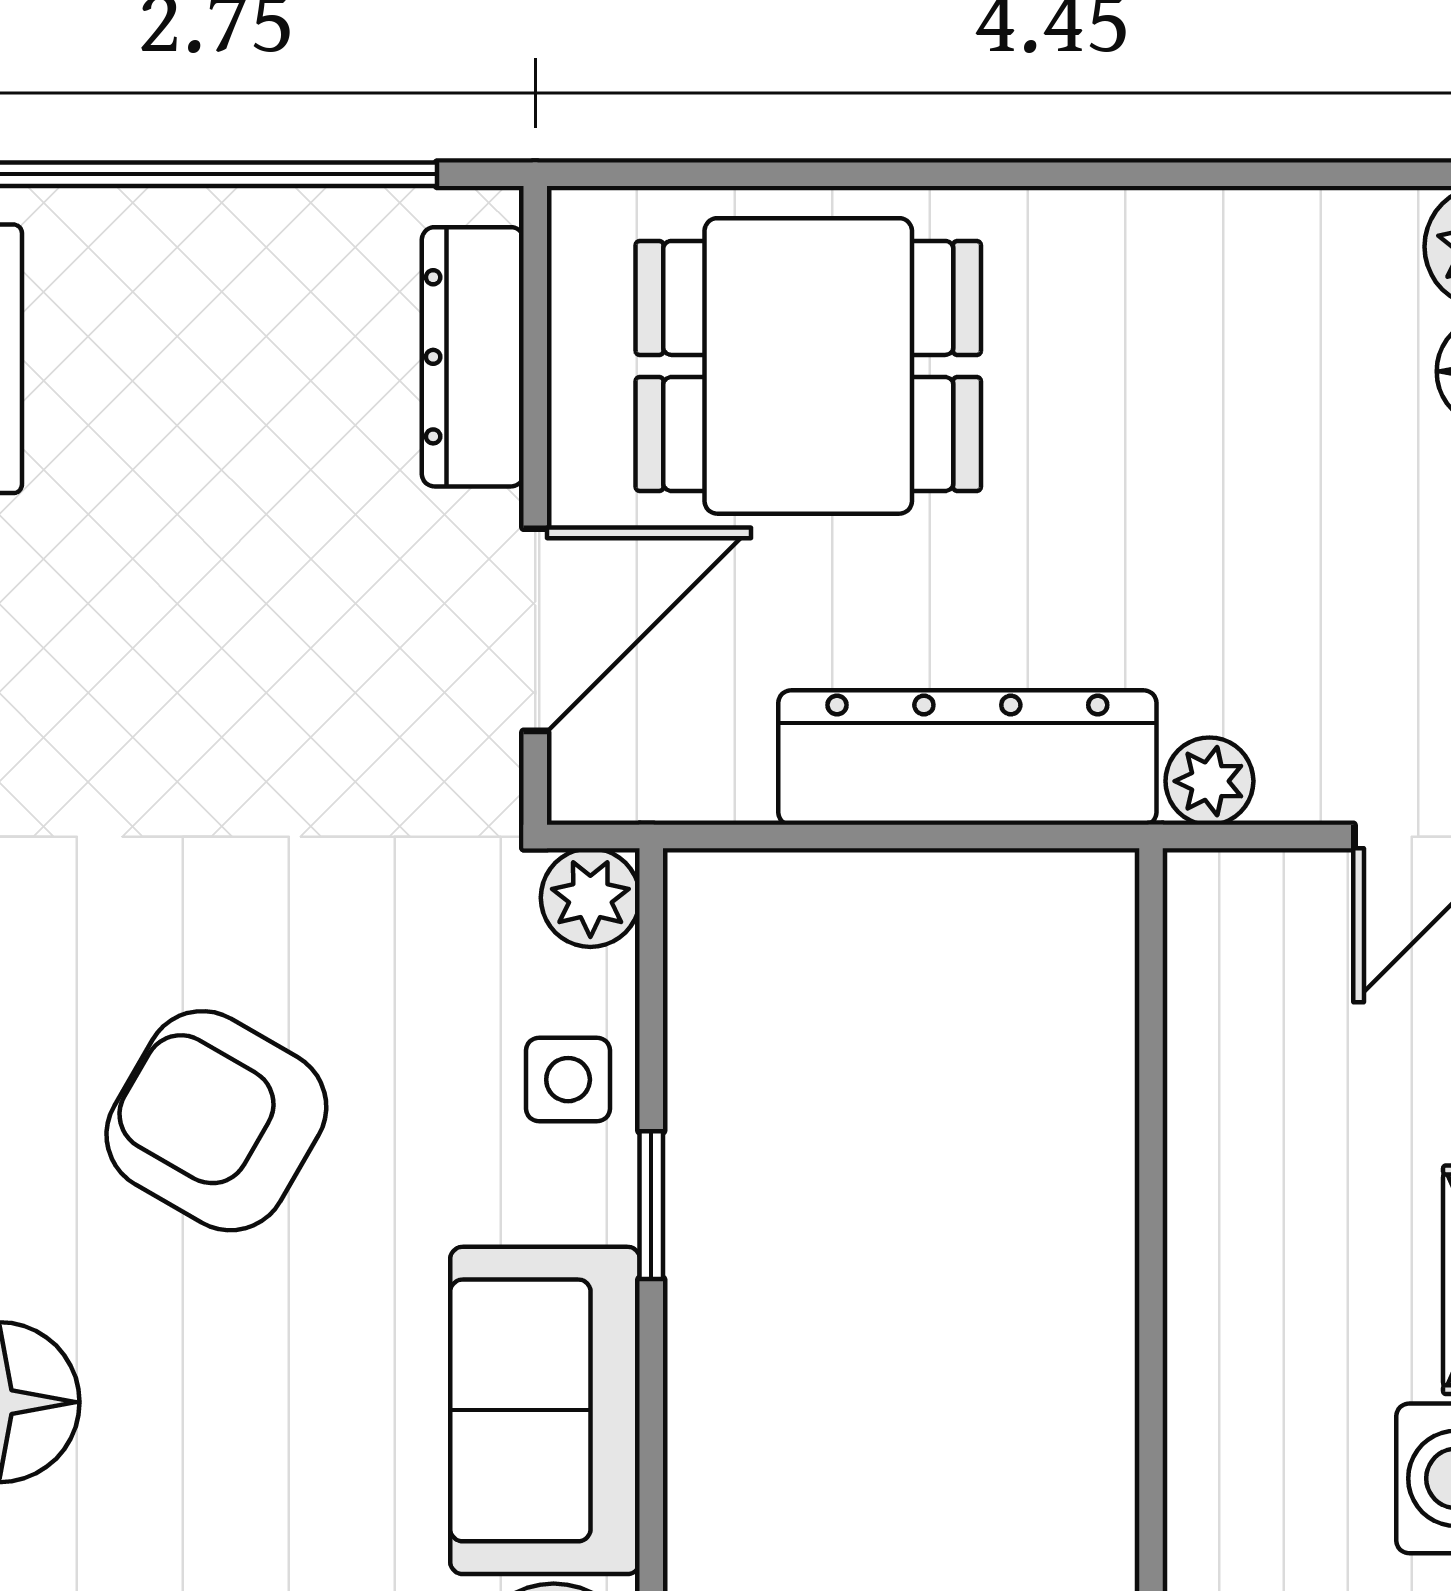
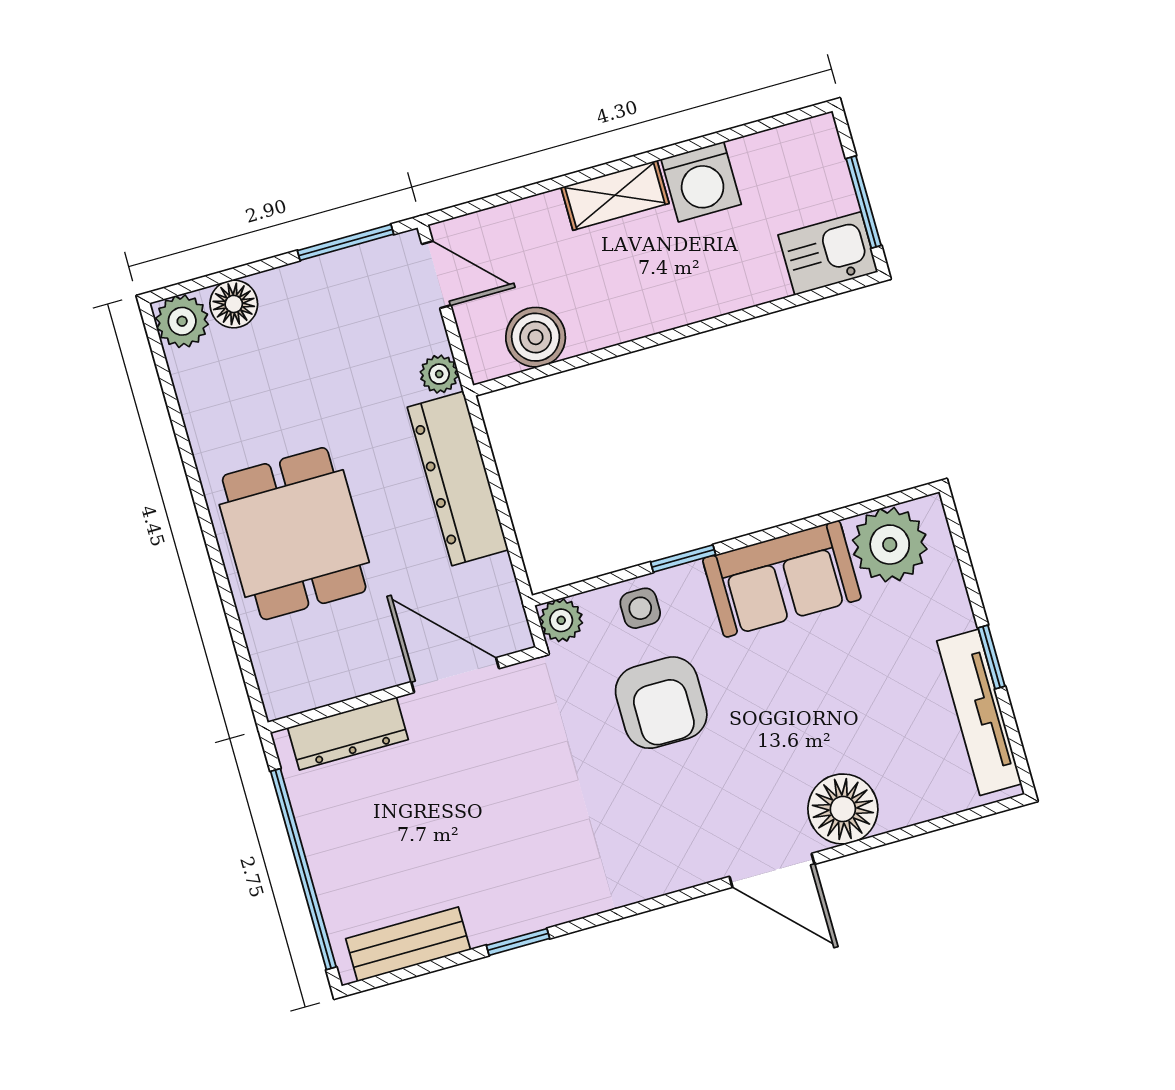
dining table: (808, 366) -> (294, 534), moved
boiler: (1231, 1017) -> (536, 337), added
armchair: (216, 1121) -> (661, 703), moved, turned -30

